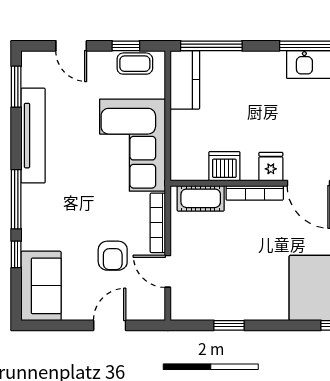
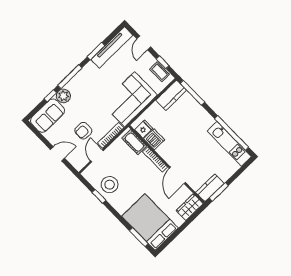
window: (16, 87) -> (96, 51), moved
tv unit: (33, 136) -> (112, 47), moved
fridge: (271, 167) -> (144, 129), moved
plant: (35, 235) -> (63, 96), added
stool: (227, 293) -> (110, 185), added

